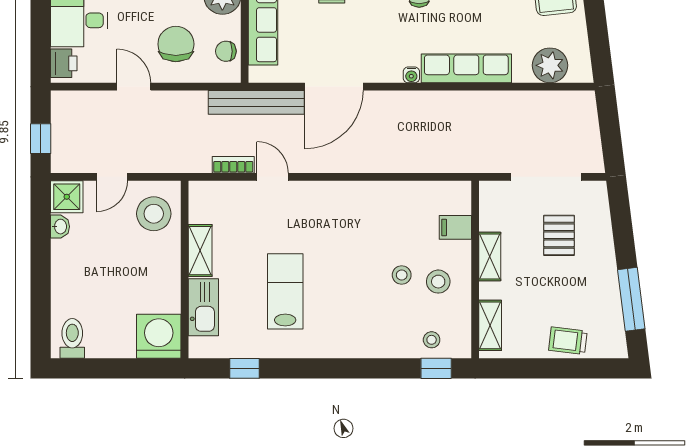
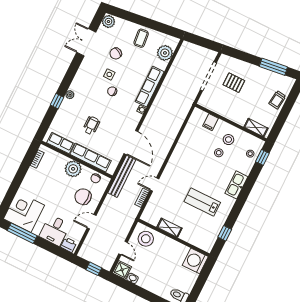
shelving: (490, 256) -> (229, 114), removed
kitchen sink: (203, 307) -> (236, 185), moved, turned -90

